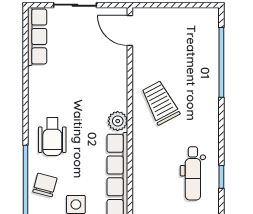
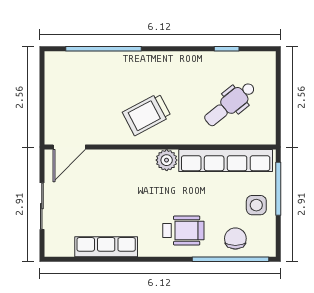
row of seats: (37, 36) -> (106, 247), moved
dental chair: (193, 173) -> (230, 104), moved, turned 141
chair: (45, 185) -> (235, 238), turned 75

